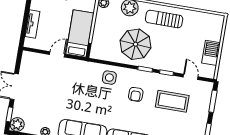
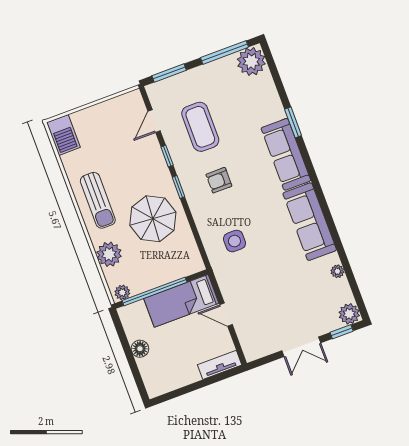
tv unit: (32, 24) -> (220, 365), moved
barbecue: (211, 53) -> (64, 135), moved, turned -90
side table: (109, 78) -> (234, 241), moved
armchair: (136, 94) -> (219, 180), turned 180

